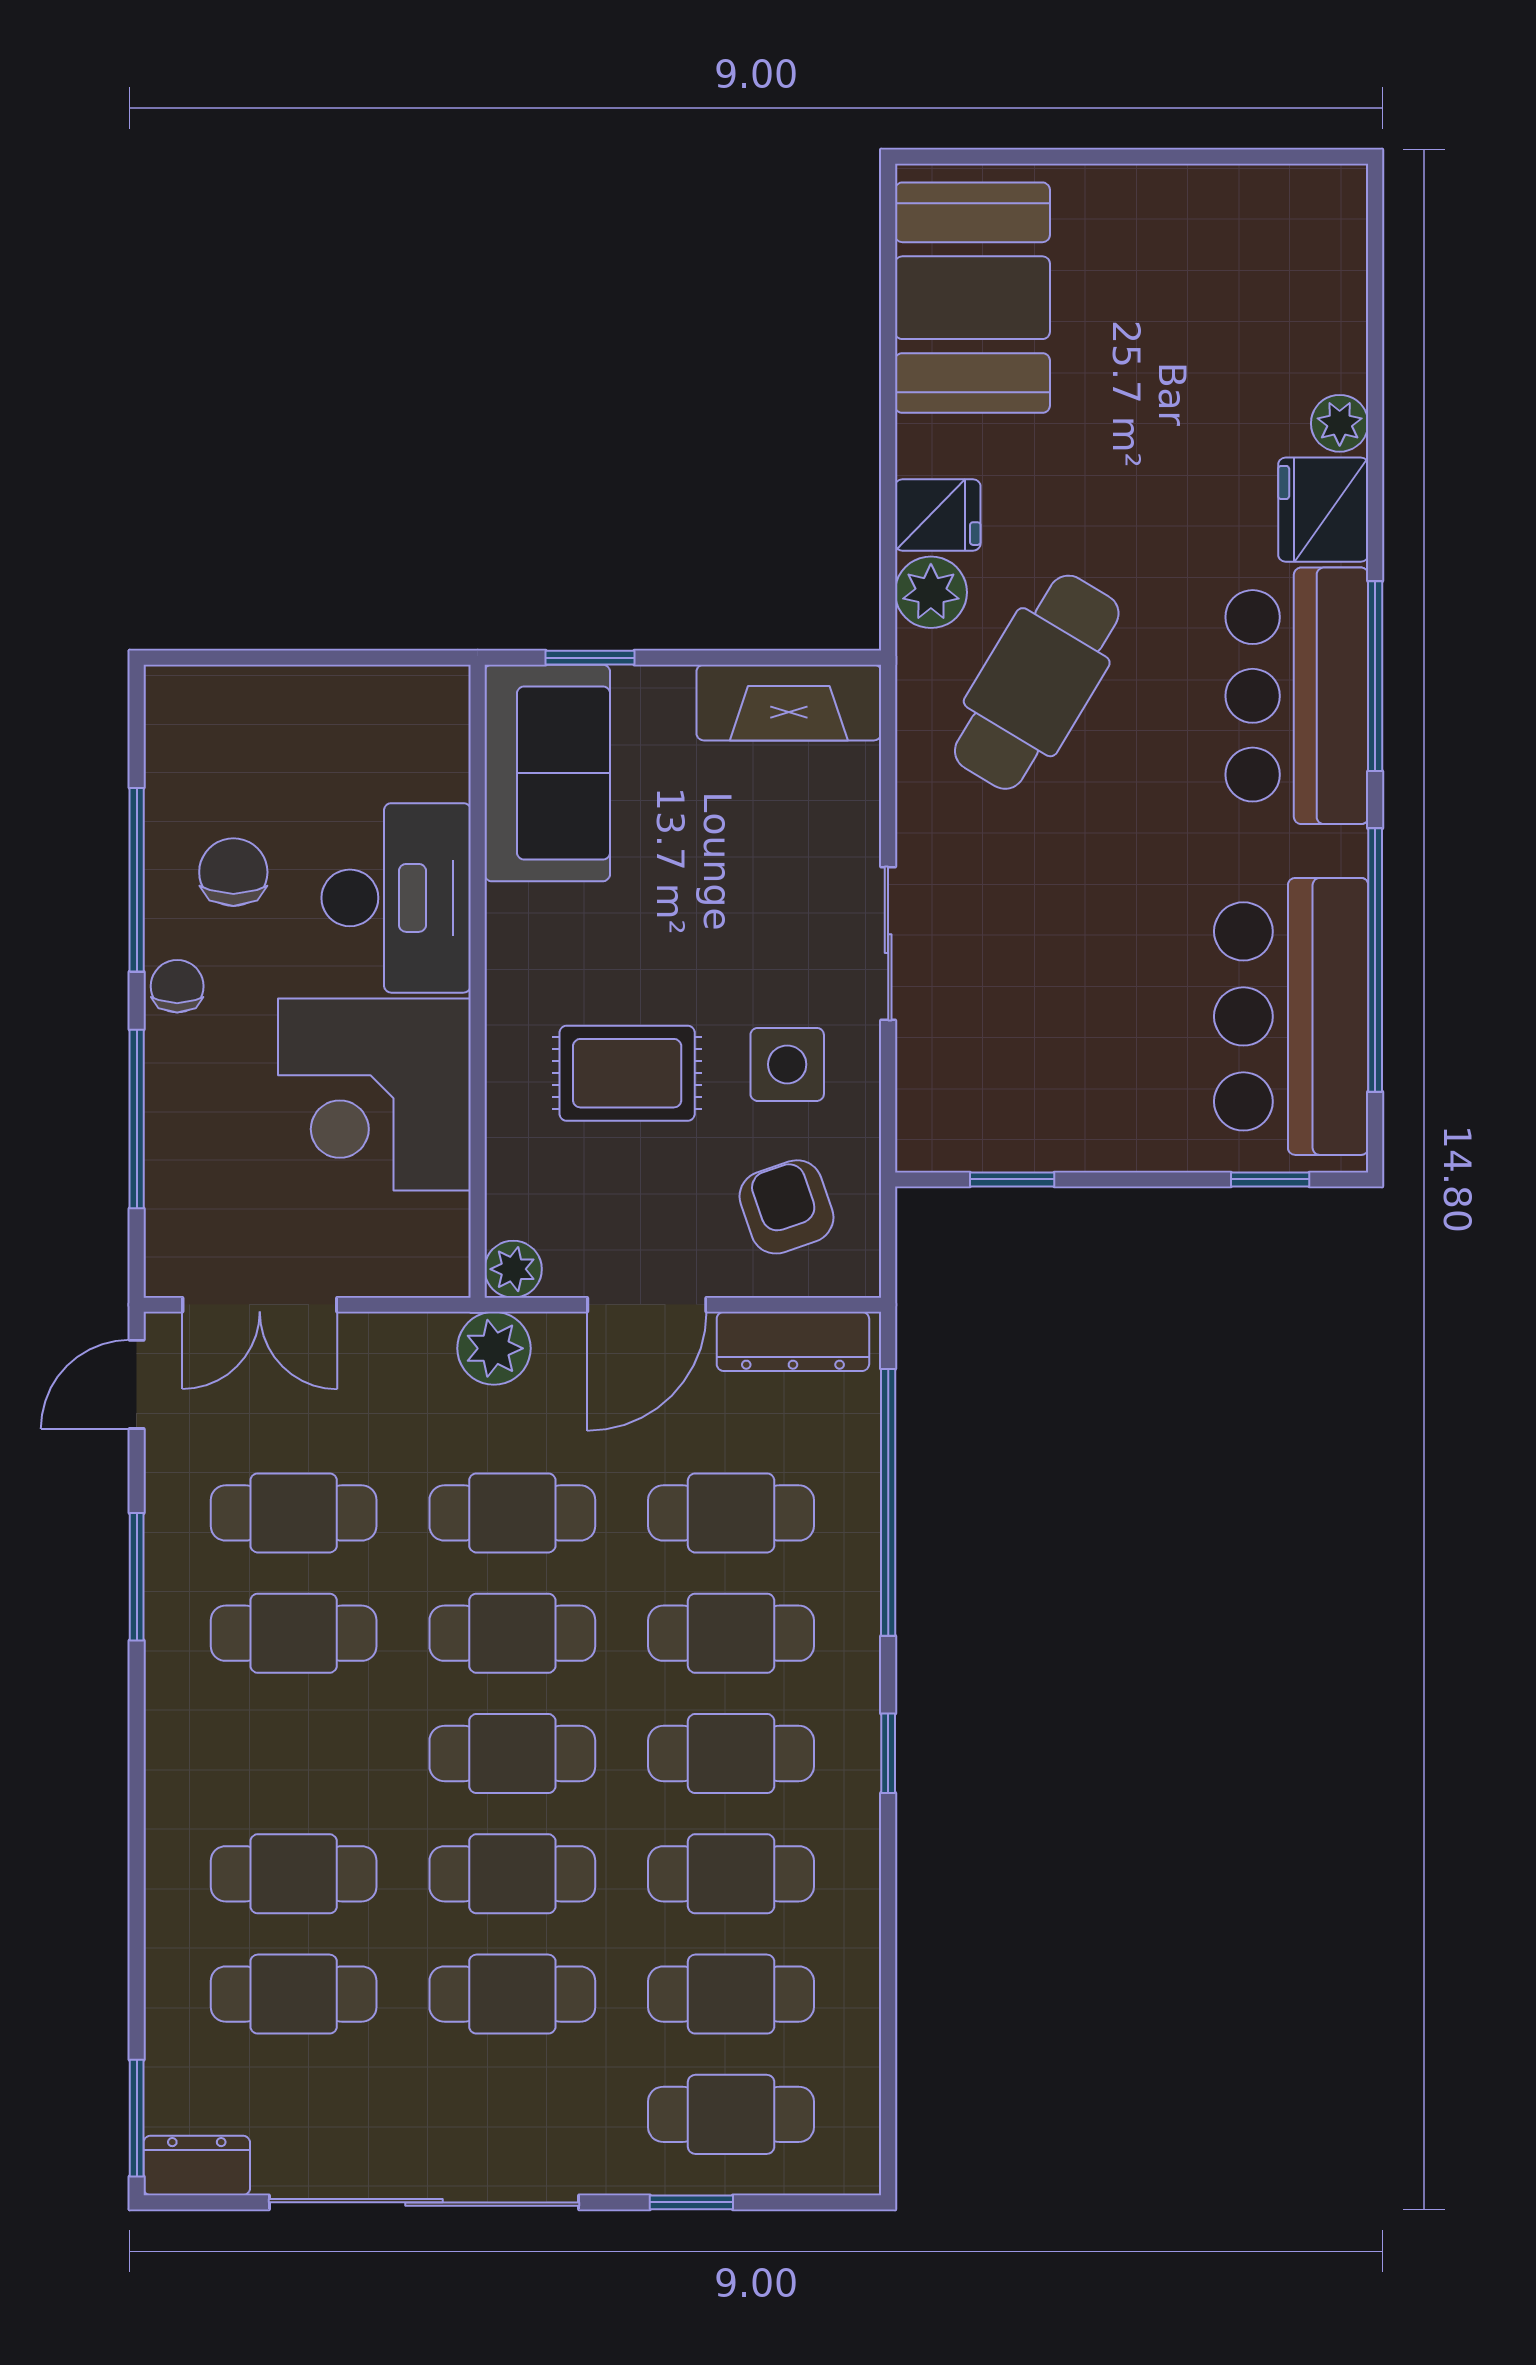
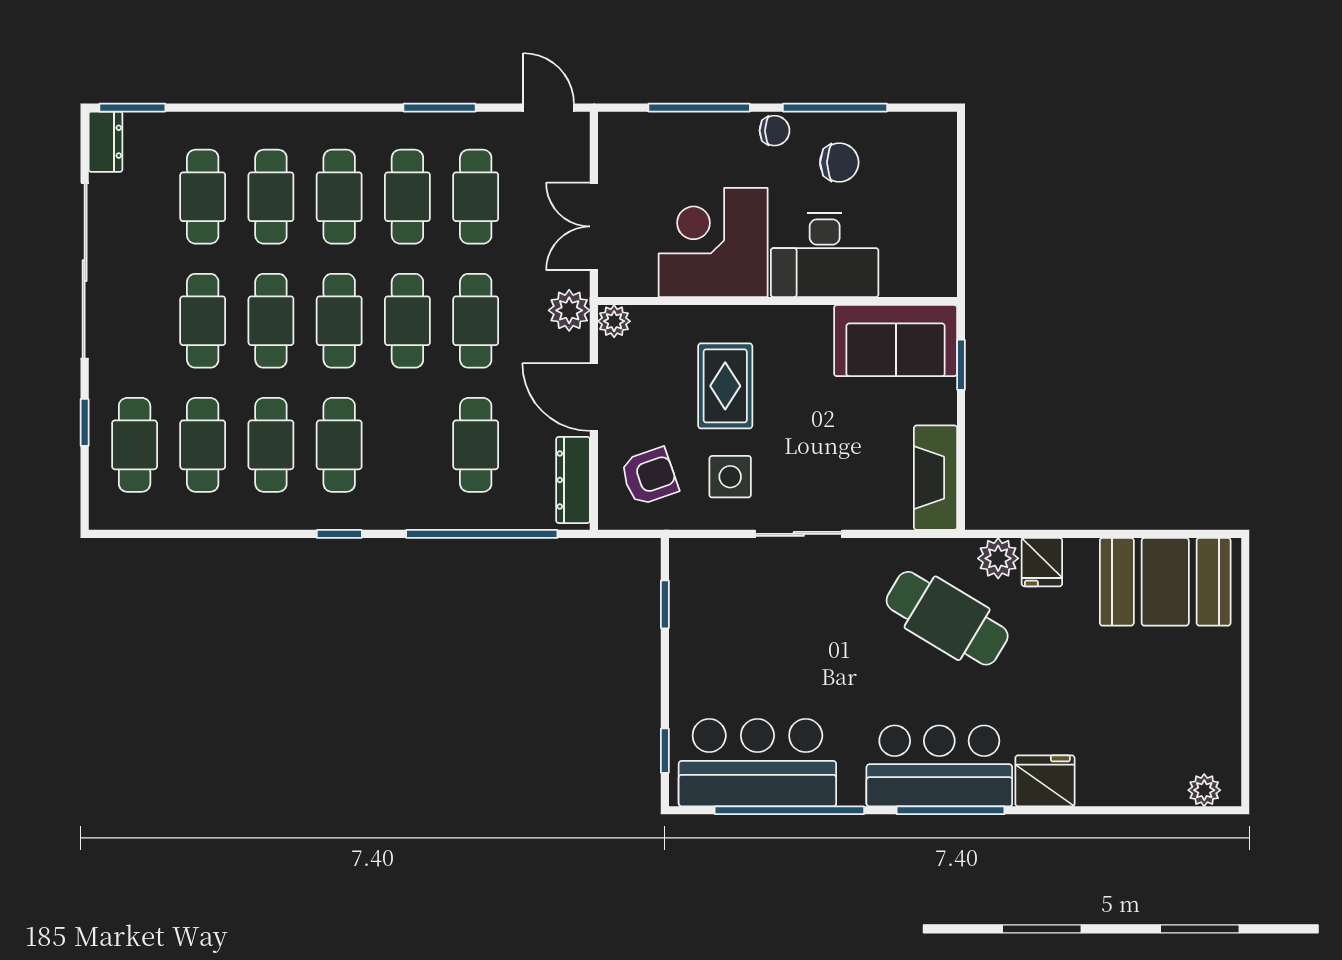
plant: (1340, 423) -> (1204, 790), moved
double door: (260, 1305) -> (594, 226), moved
cafe table: (731, 1633) -> (339, 197), moved

